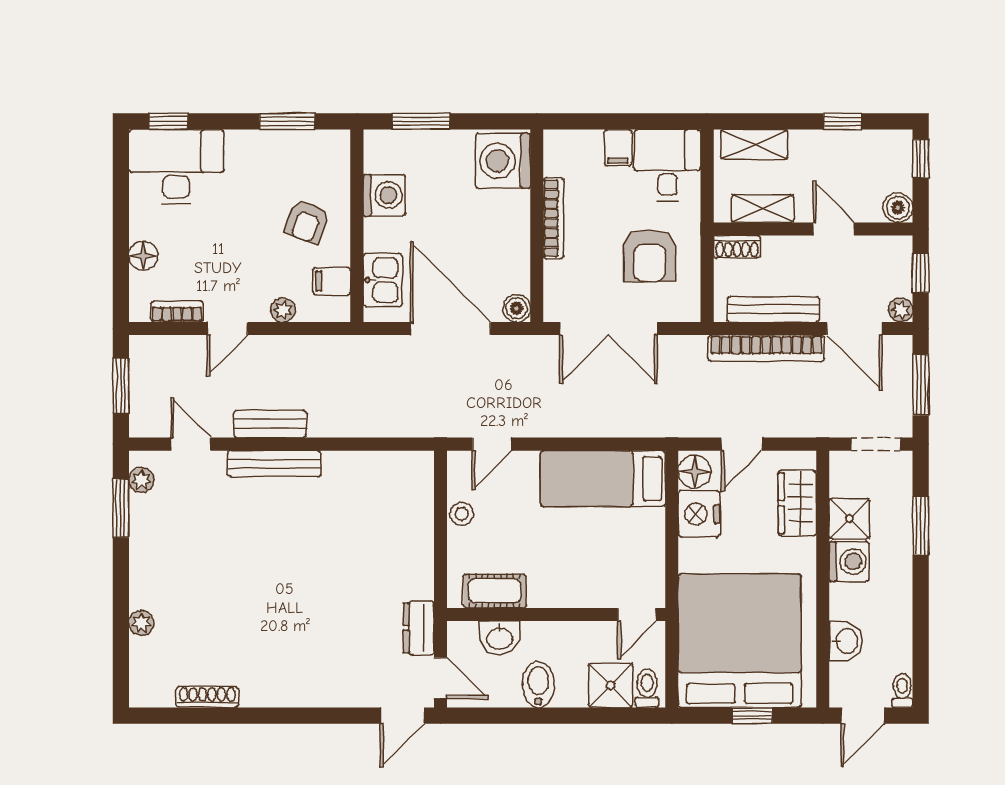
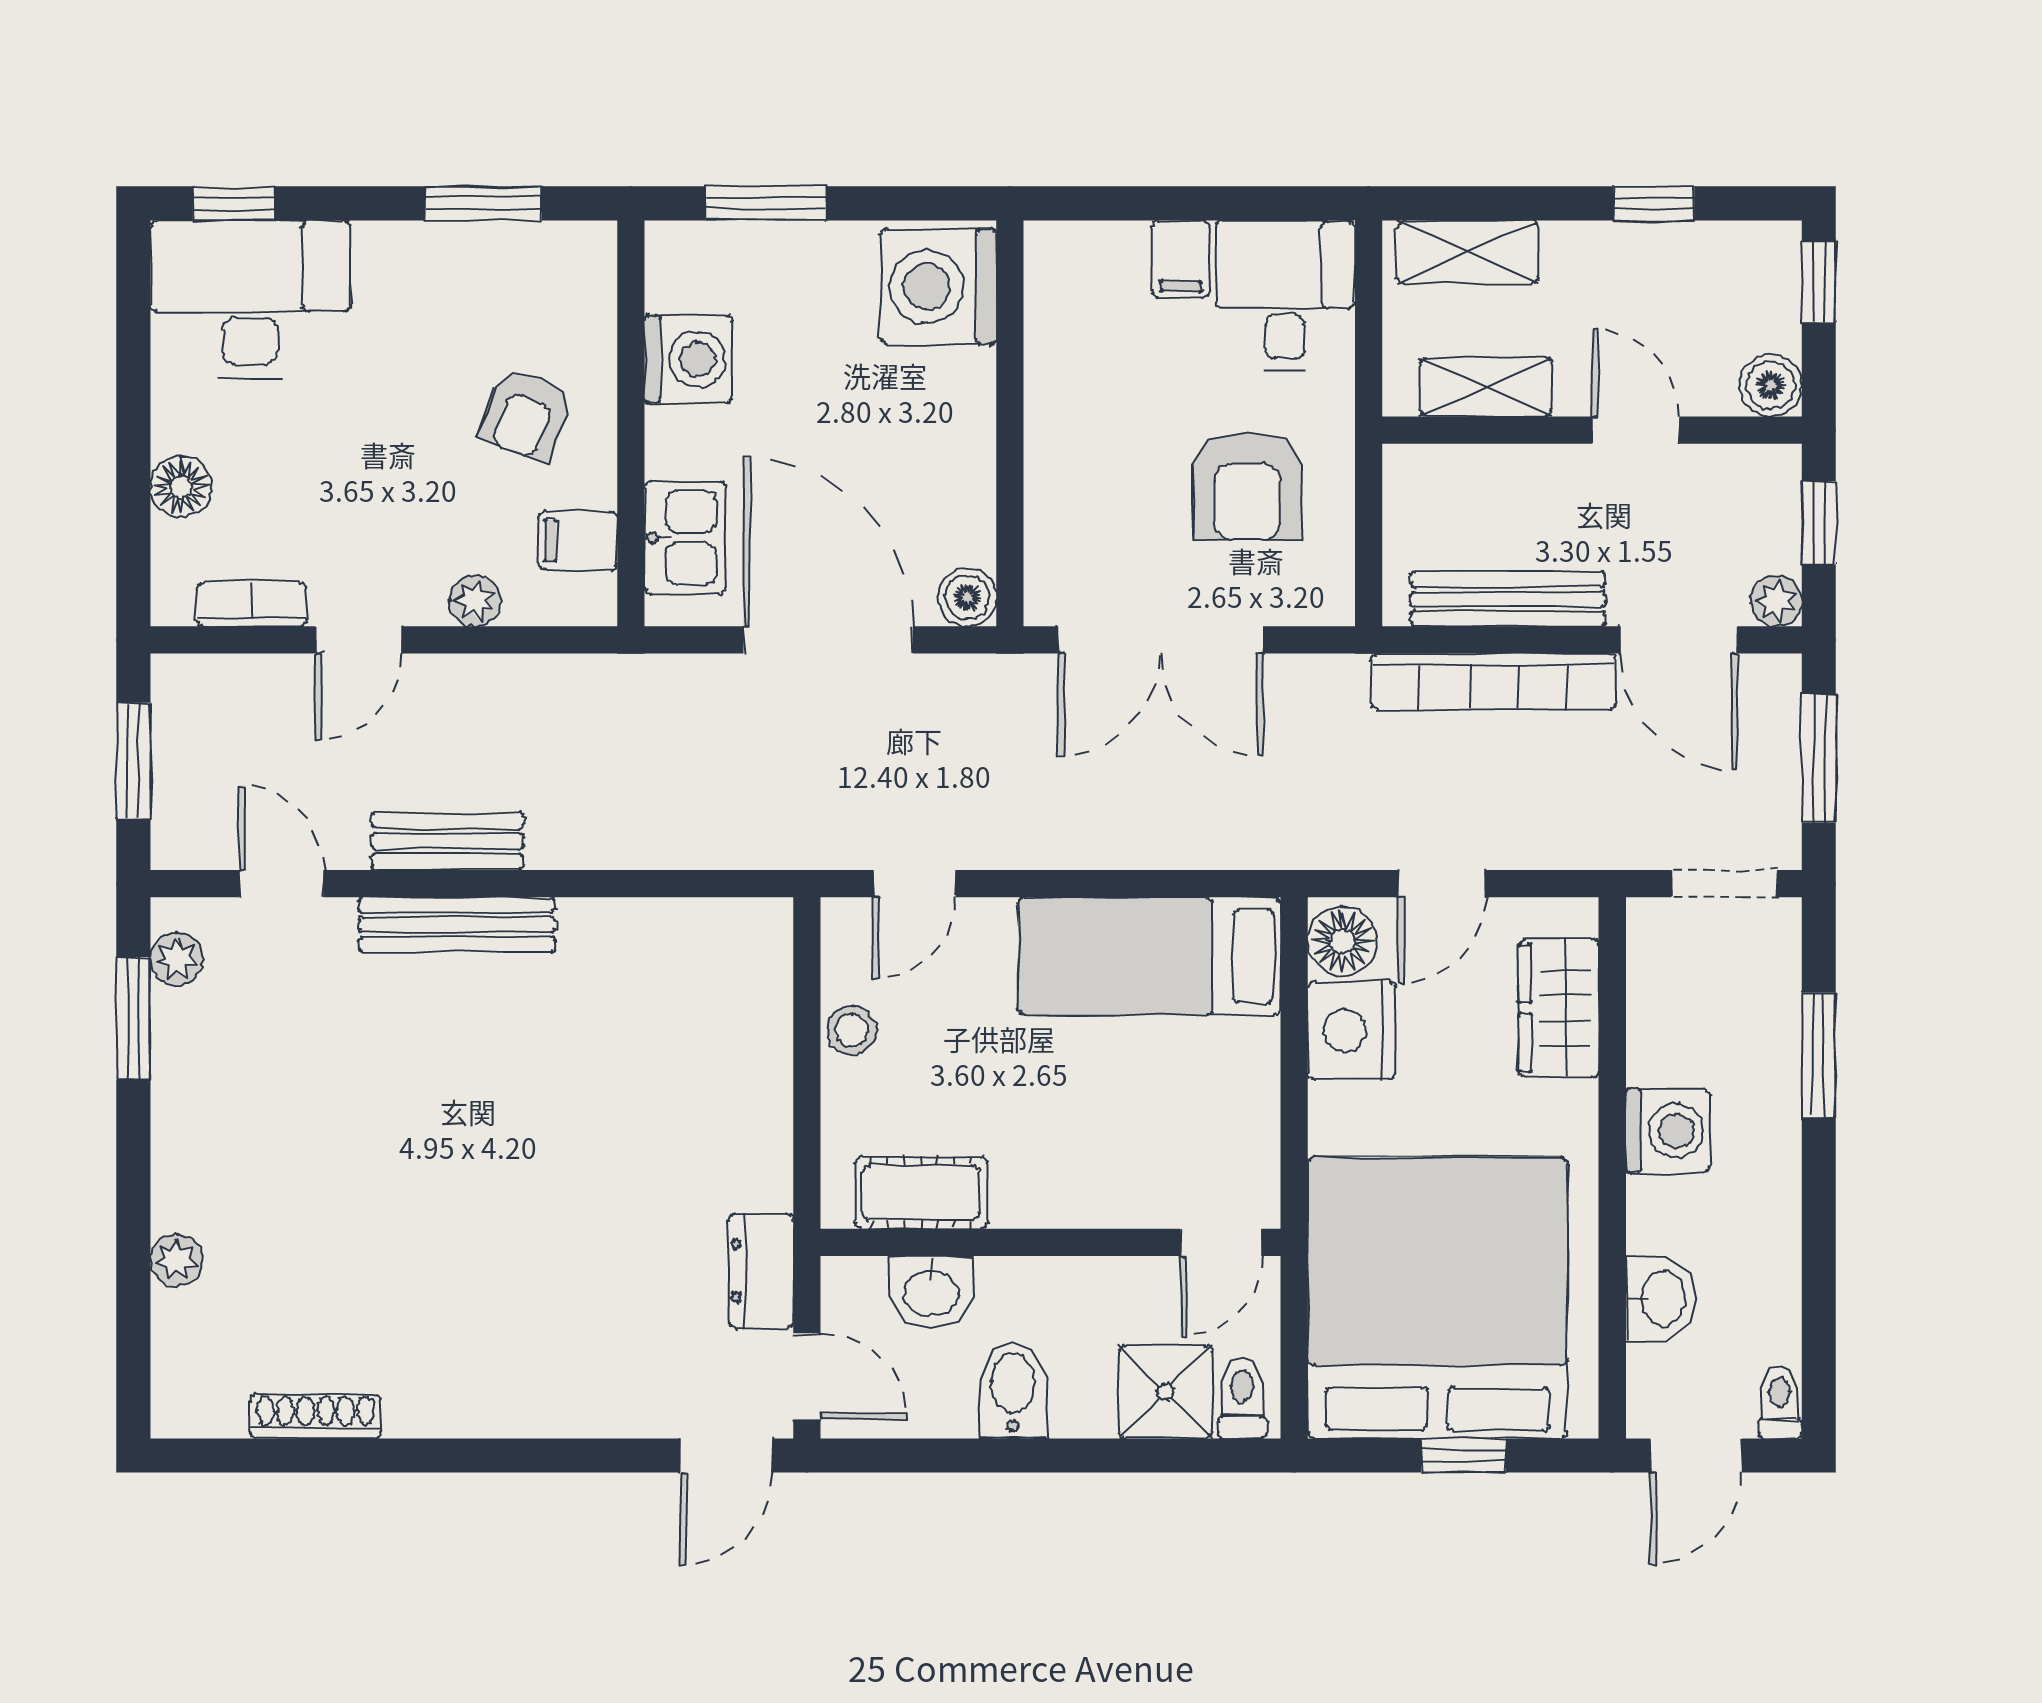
bookcase: (554, 218) -> (1045, 408), removed
shoe rack: (737, 247) -> (1432, 468), removed
shower: (849, 519) -> (1668, 1040), removed

